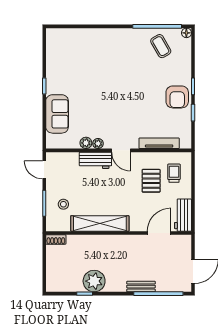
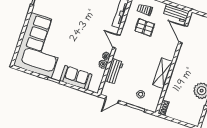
corner sofa: (84, 55) -> (41, 45), added
door: (121, 150) -> (116, 41), swing flipped
workbench: (95, 160) -> (114, 71), moved
shelving: (100, 223) -> (163, 73), width x0.68

